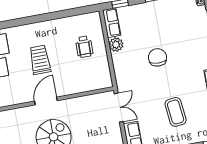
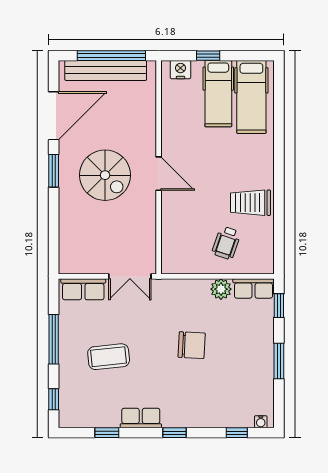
wheelchair: (84, 47) -> (226, 243), turned -72
trolley: (40, 60) -> (250, 203), moved, turned 180

